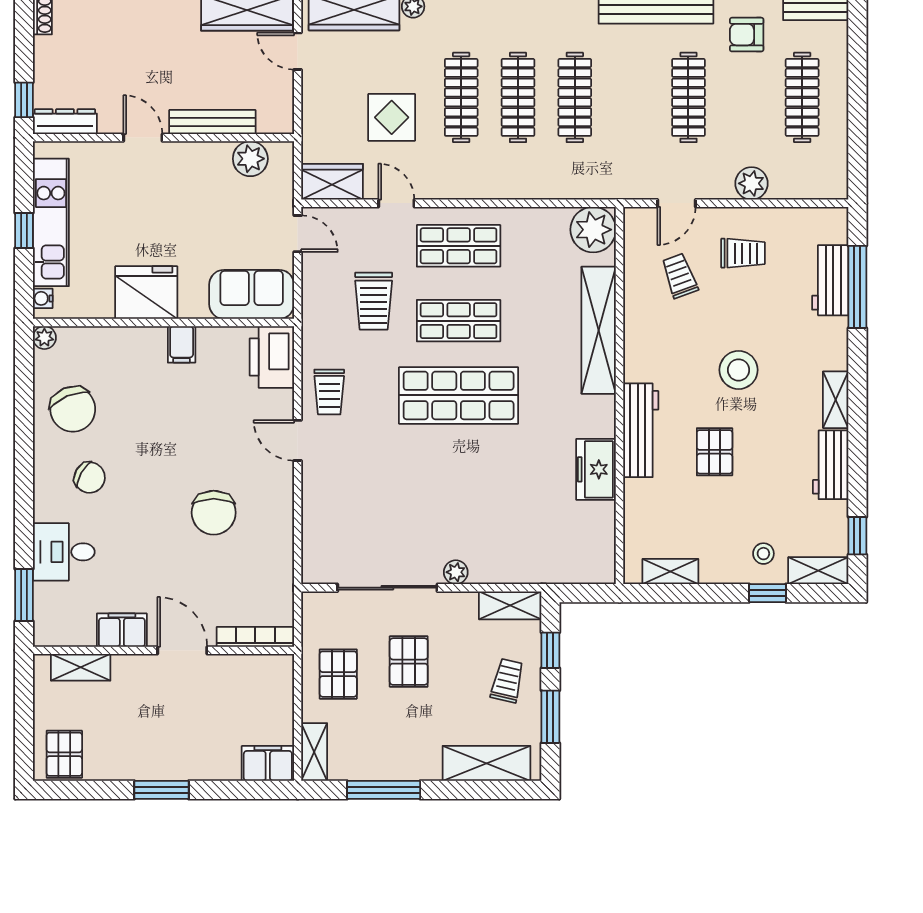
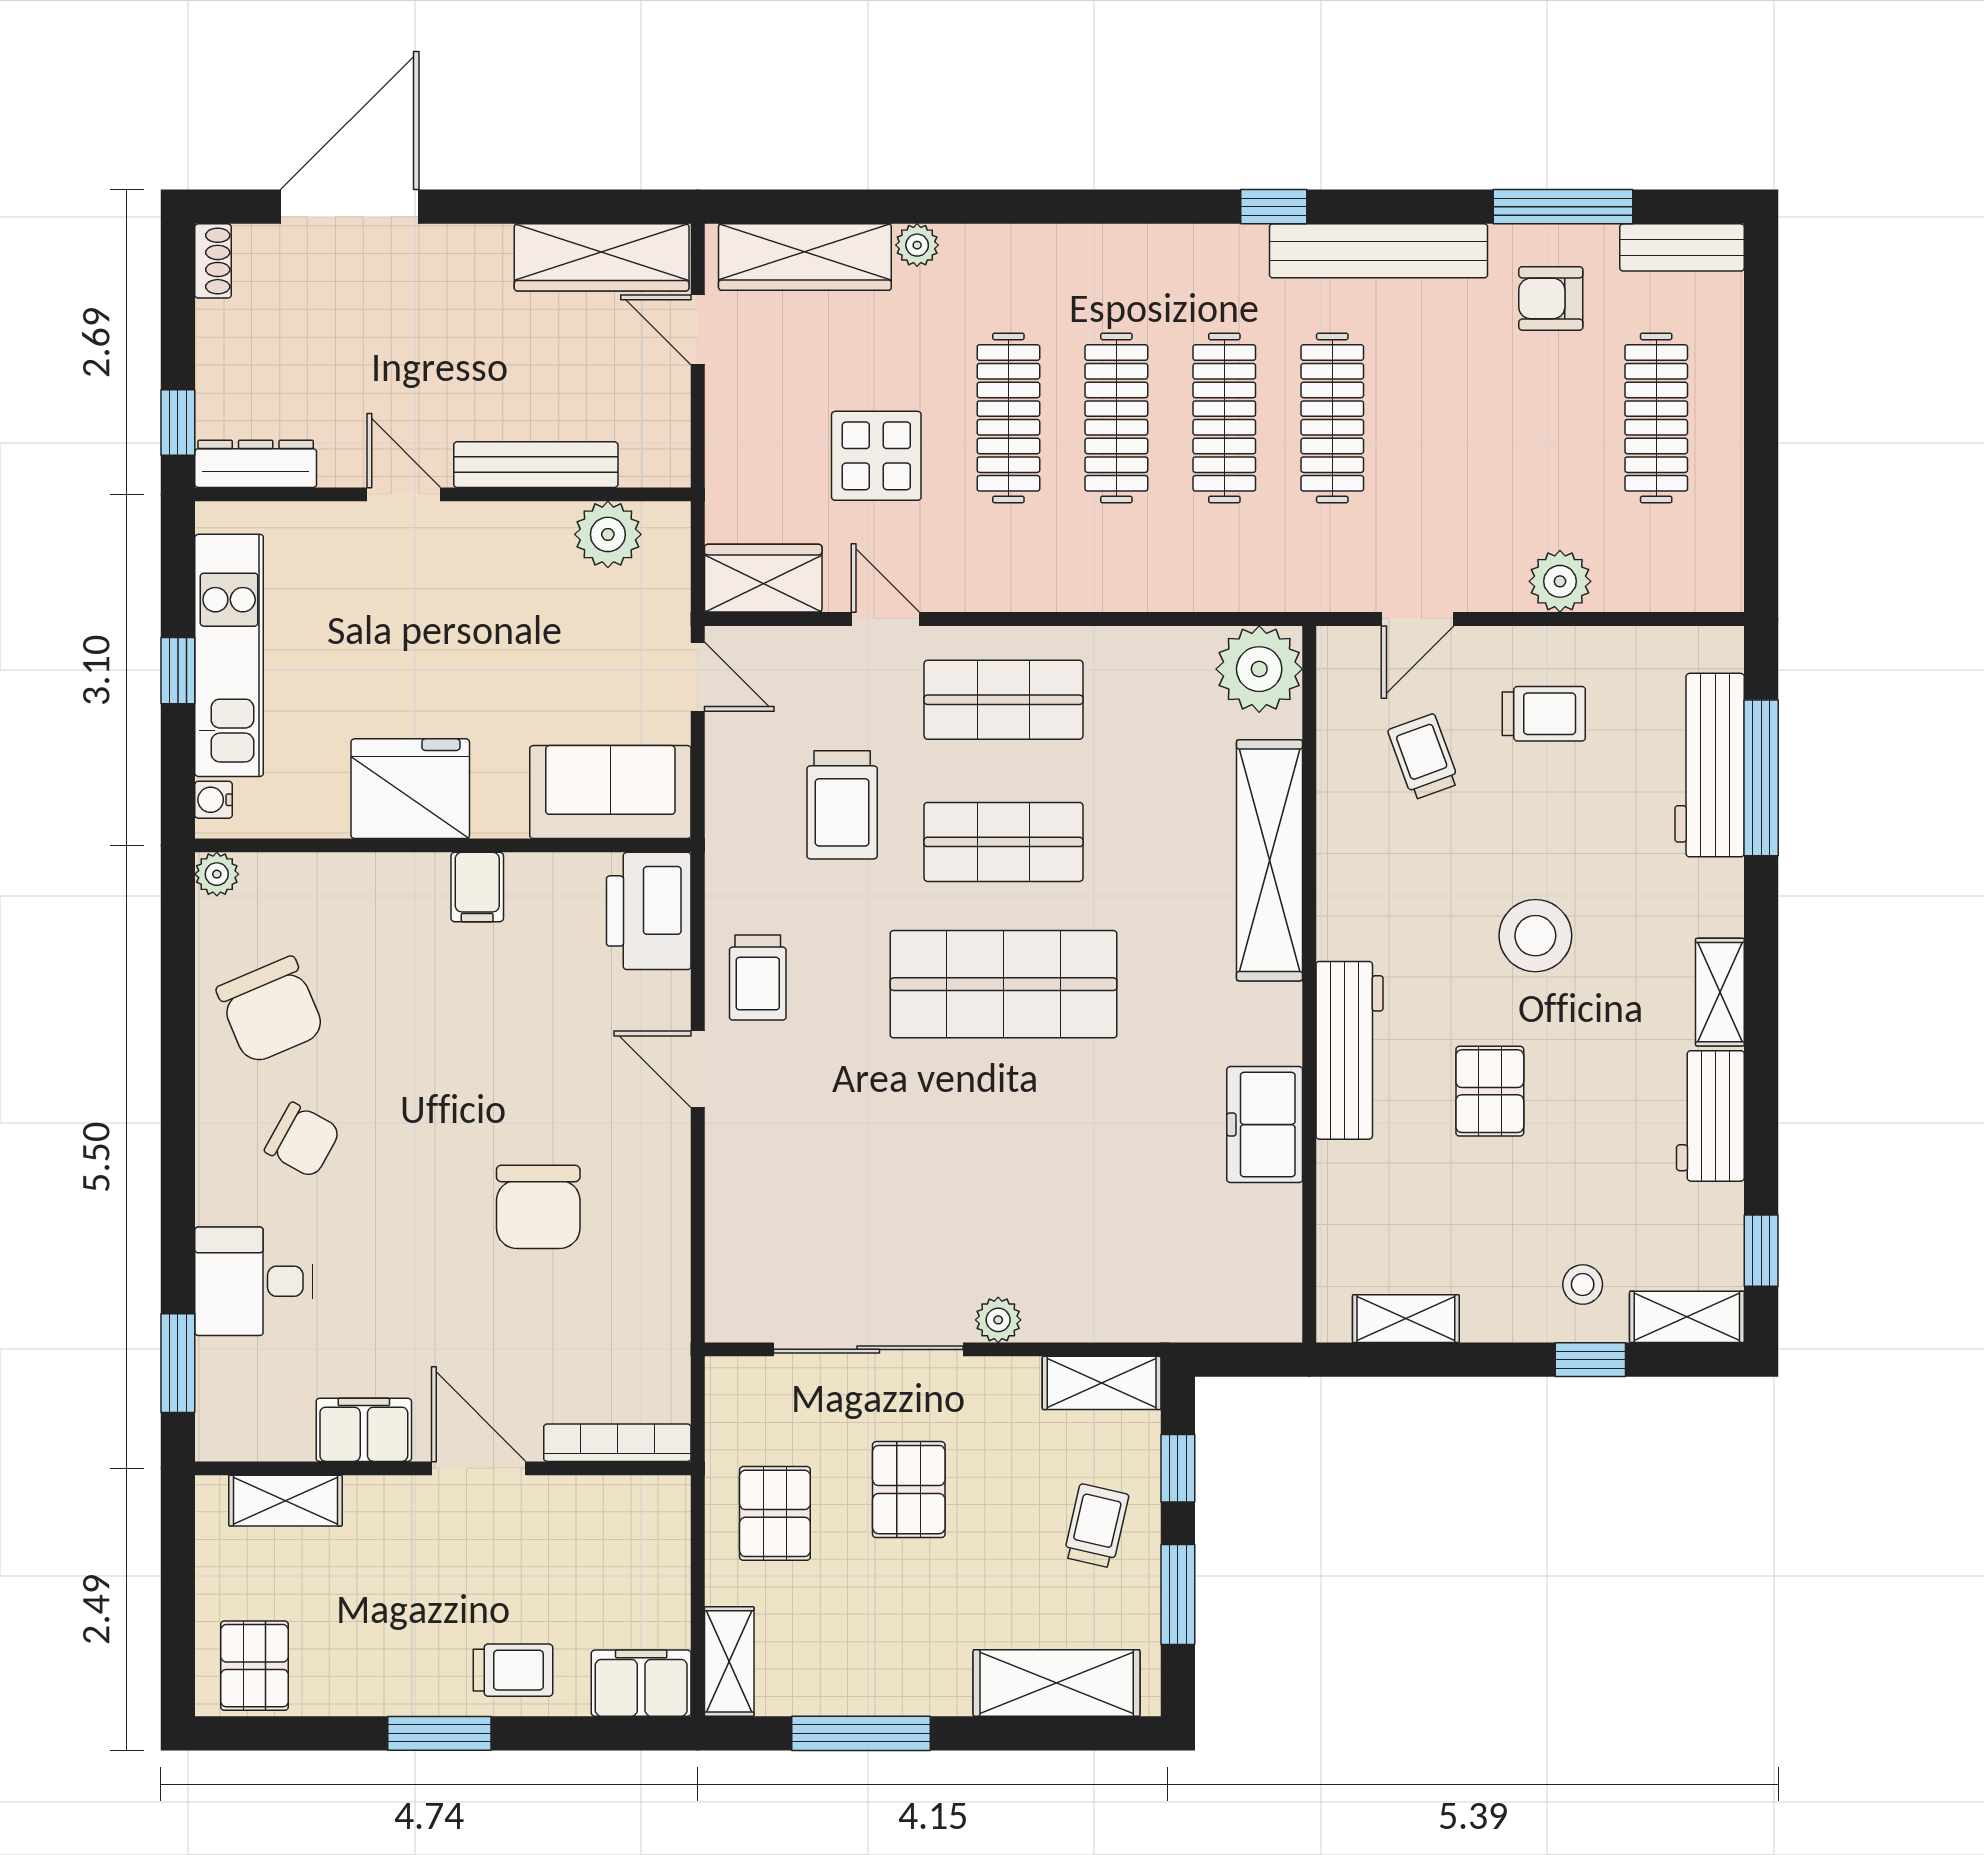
clothes rail: (688, 97) -> (1332, 418), moved
workbench: (830, 280) -> (1710, 765), width x1.38
trolley: (200, 757) -> (513, 1670), added

